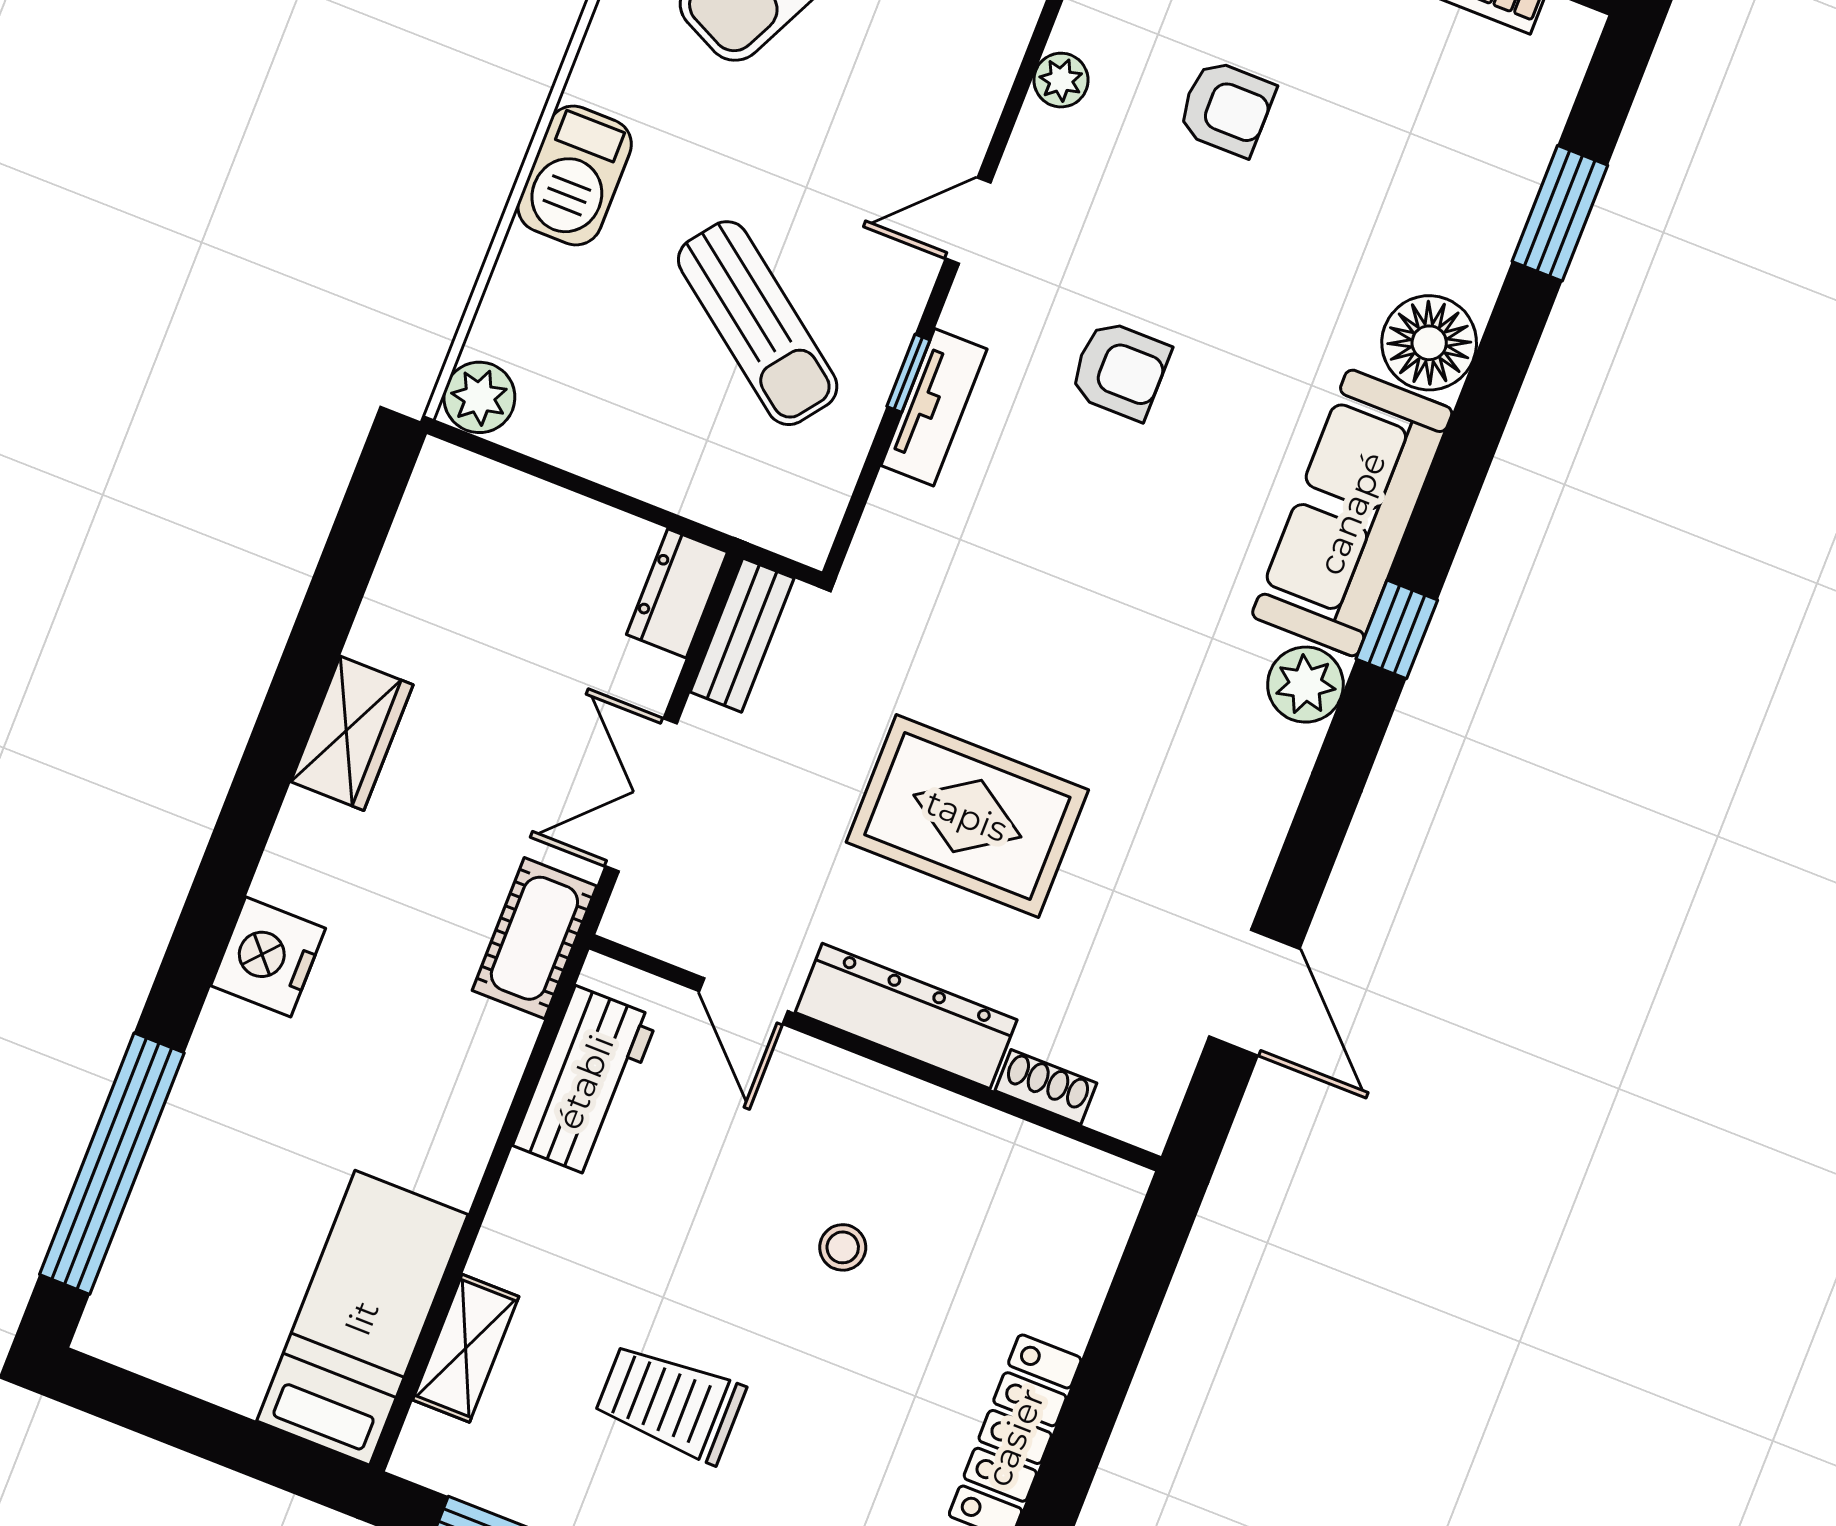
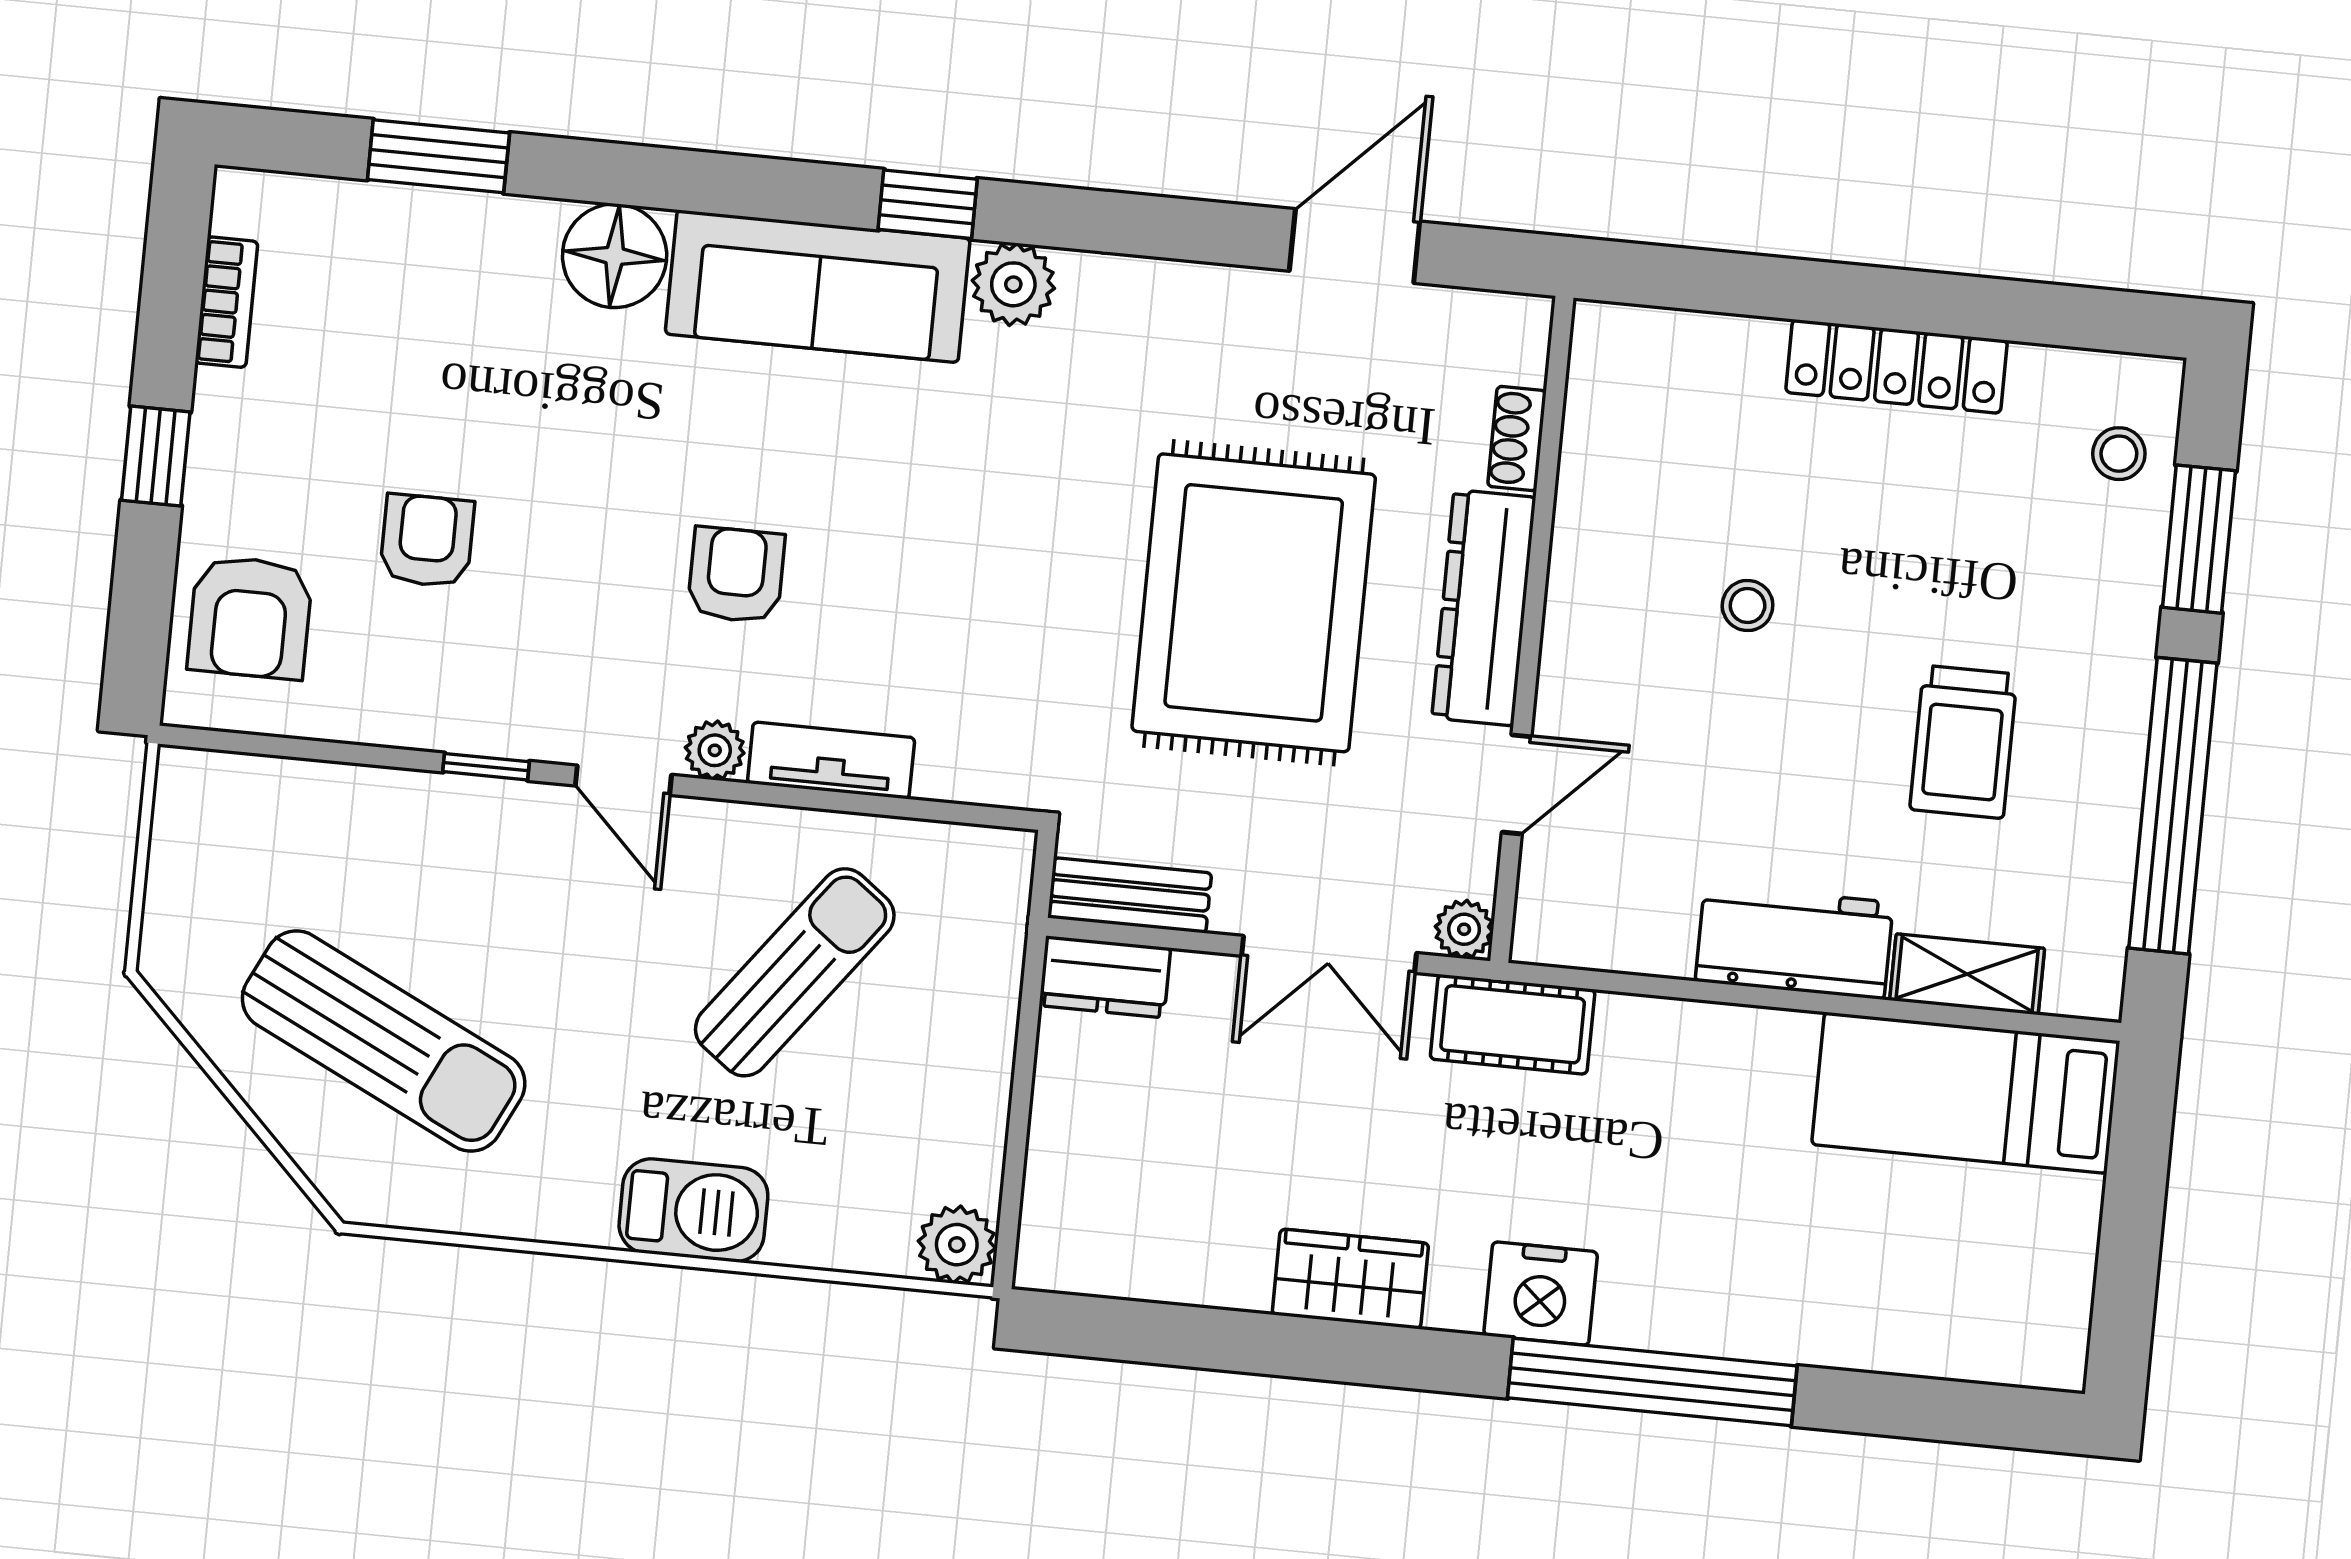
plant: (1061, 80) -> (715, 750), moved
window: (908, 373) -> (486, 767), moved
rug: (967, 816) -> (1254, 603), width x1.37, depth x1.44
plant: (630, 919) -> (1464, 929), added
nightstand: (268, 957) -> (1541, 1294), moved
workbench: (585, 1082) -> (1794, 942), moved
window: (112, 1164) -> (1652, 1382), moved

